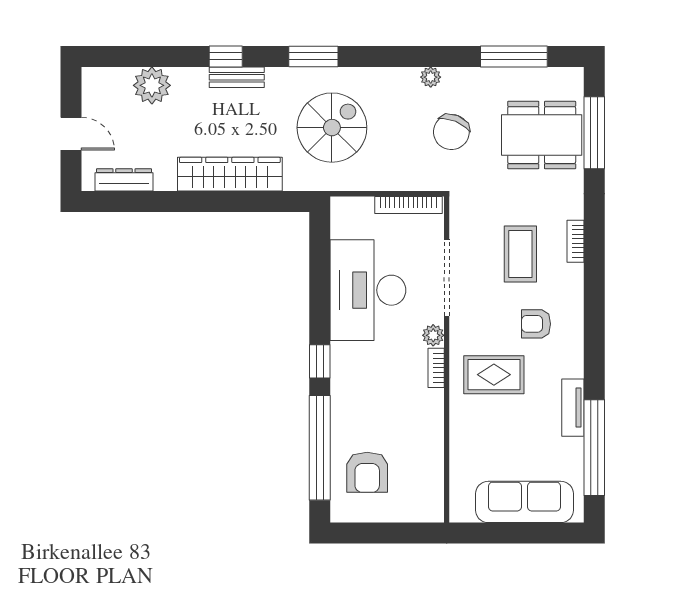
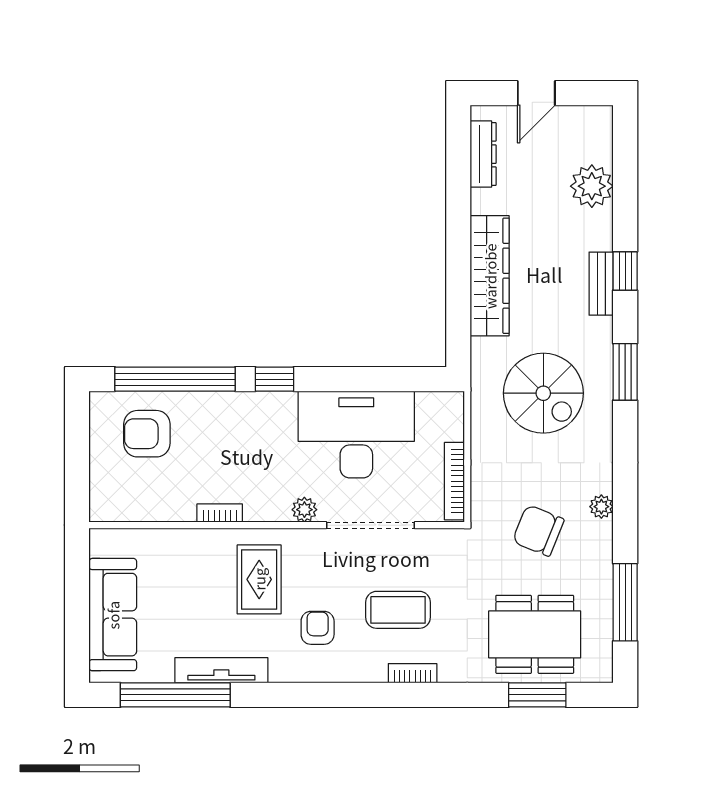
window: (594, 133) -> (537, 695), width x0.69
dining table: (542, 135) -> (535, 634), turned 90
bookcase: (436, 368) -> (220, 513), moved
tv unit: (573, 408) -> (221, 670), width x1.41

